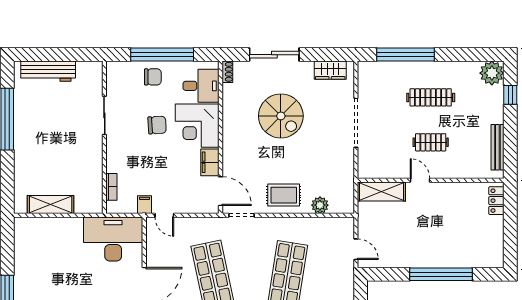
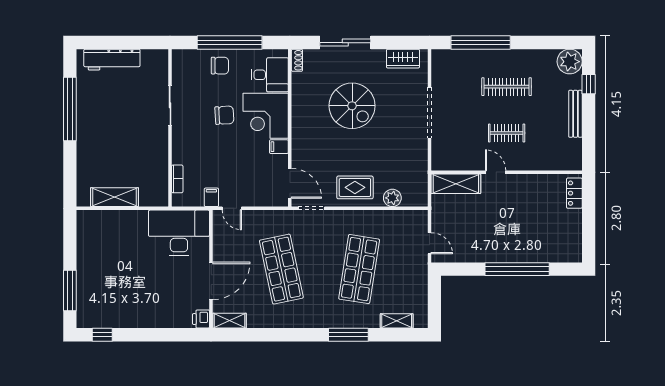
bench: (497, 147) -> (575, 114), moved
filing cabinet: (210, 162) -> (279, 147), width x0.50

